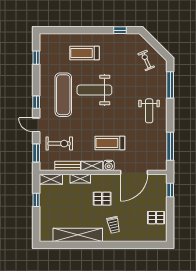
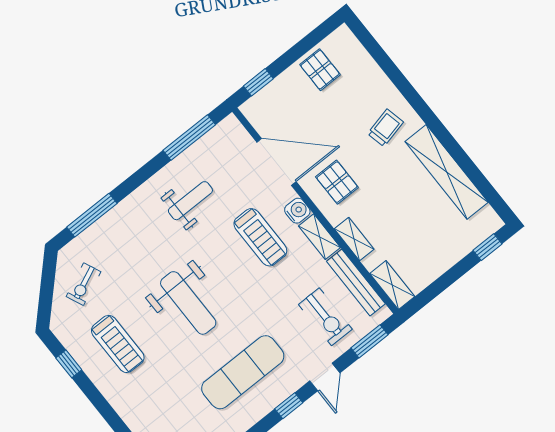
treadmill: (84, 53) -> (118, 344), moved
weight bench: (94, 90) -> (188, 303), moved
weight bench: (149, 111) -> (190, 201), moved
exercise bike: (59, 144) -> (325, 317), turned 180
bench: (68, 166) -> (356, 282), width x1.36
pallet: (102, 199) -> (337, 182), moved
window: (36, 200) -> (487, 247), moved

